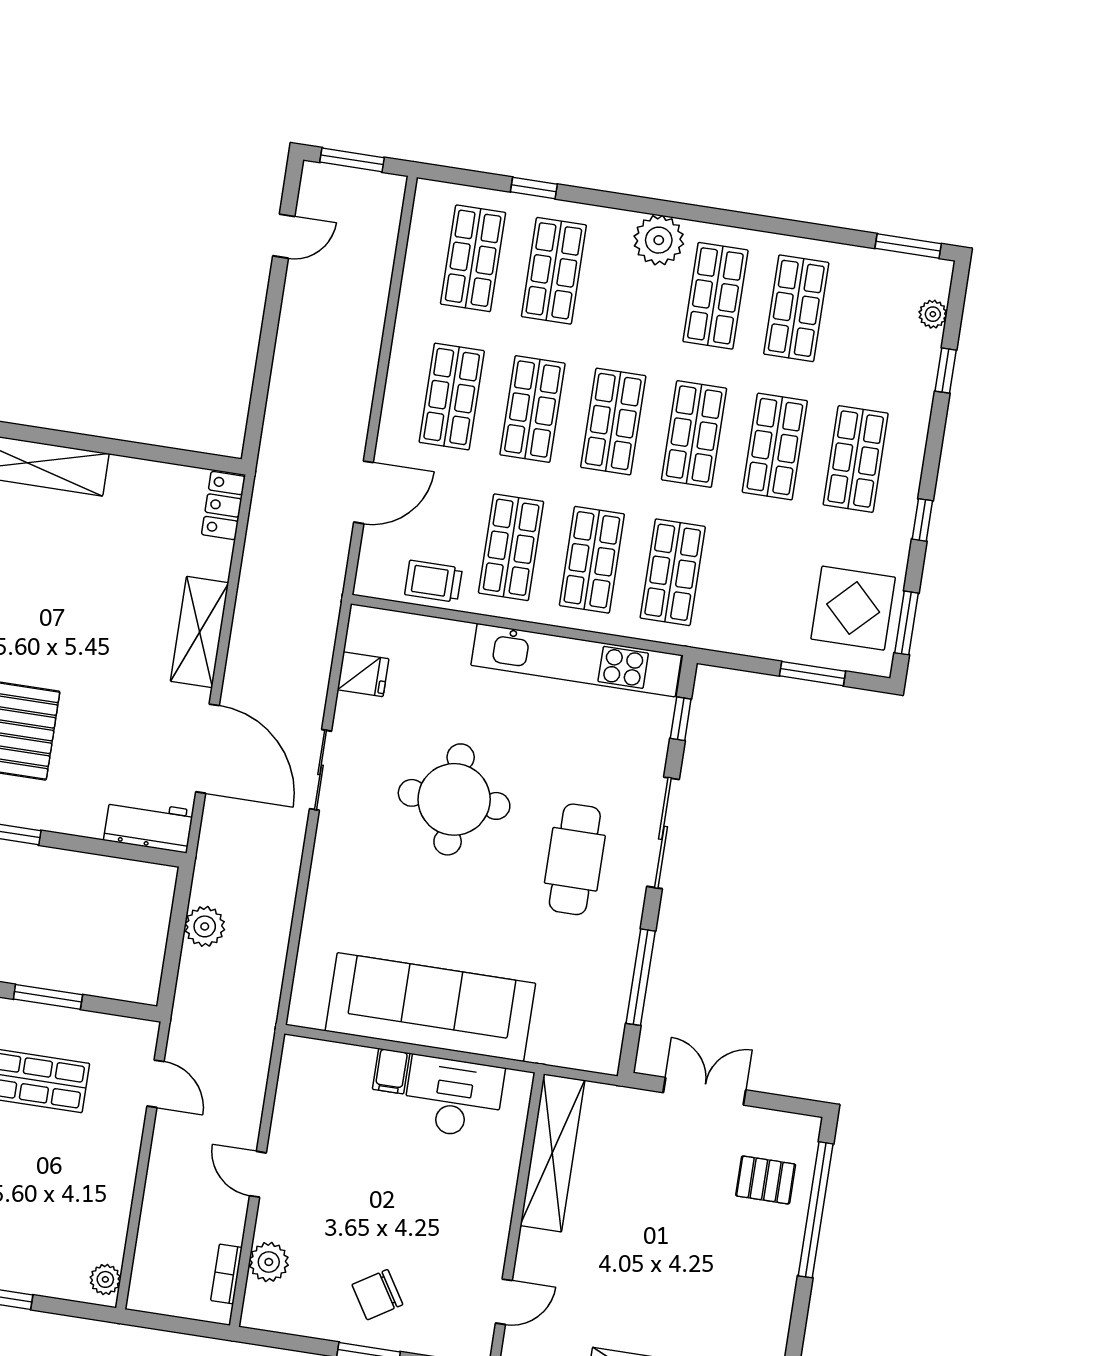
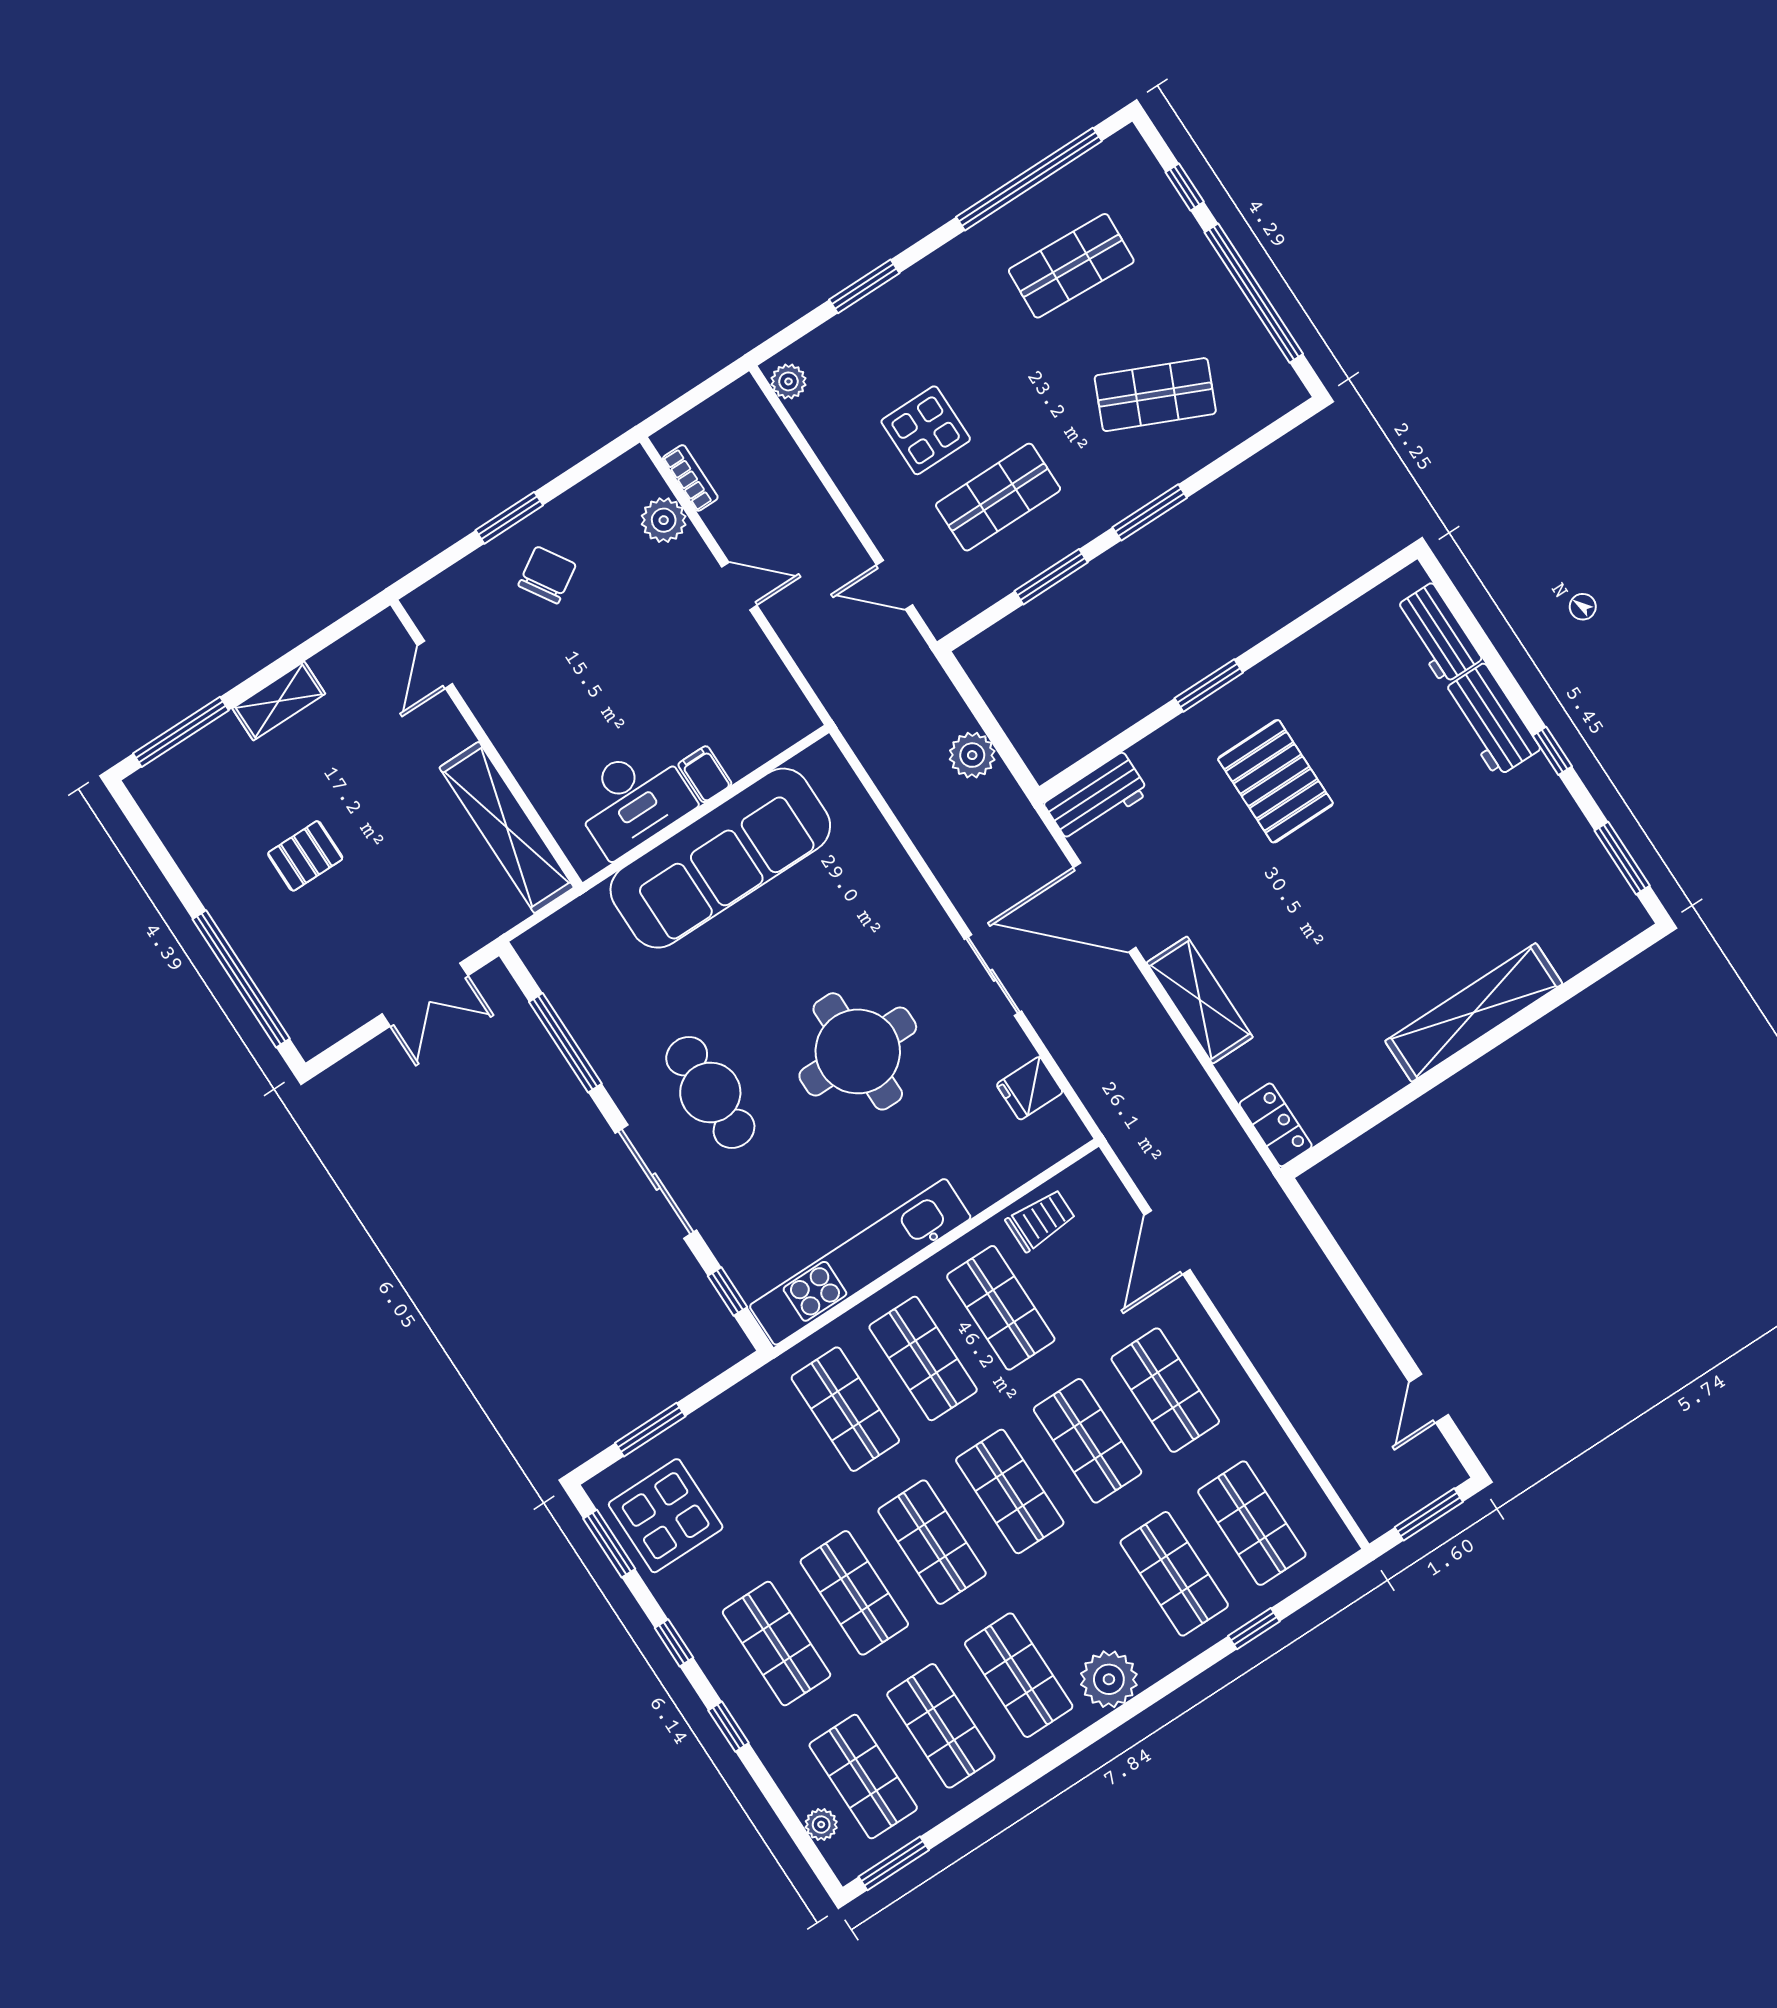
shop shelf: (877, 321) -> (863, 1777), added
window: (946, 371) -> (729, 1727), moved
display table: (44, 1167) -> (926, 430), added
pallet: (766, 1180) -> (305, 856), moved

